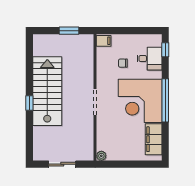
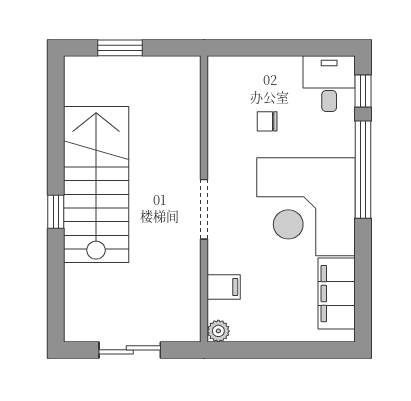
window: (69, 31) -> (120, 48), moved
filing cabinet: (104, 41) -> (224, 287), moved
desk: (149, 59) -> (329, 84), moved, turned -90
window: (165, 100) -> (363, 170), moved

